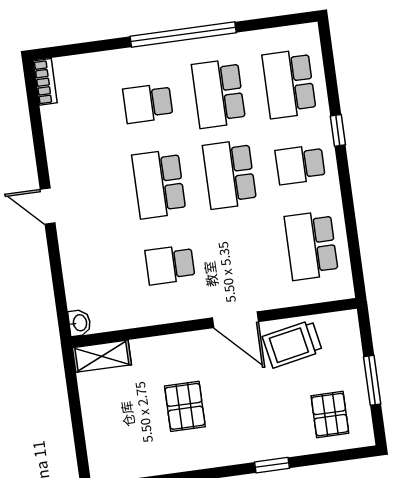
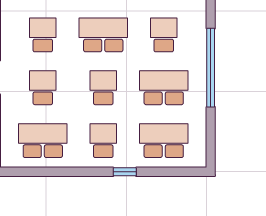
school desk: (230, 174) -> (103, 88), width x0.54
school desk: (241, 255) -> (43, 88), added

